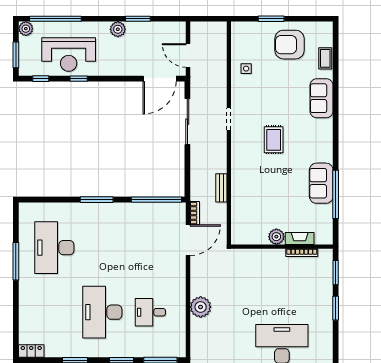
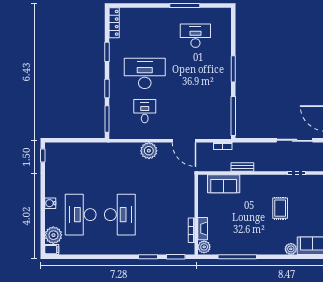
plant: (325, 126) -> (291, 249), added
rug: (274, 140) -> (280, 208), turned 90
sofa: (321, 183) -> (224, 184), moved, turned 180
plant: (276, 237) -> (204, 247), moved
door: (188, 240) -> (184, 141), moved
desk: (54, 248) -> (195, 36), width x0.73, depth x0.77
locker: (31, 351) -> (114, 23), width x1.53

